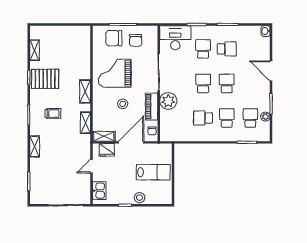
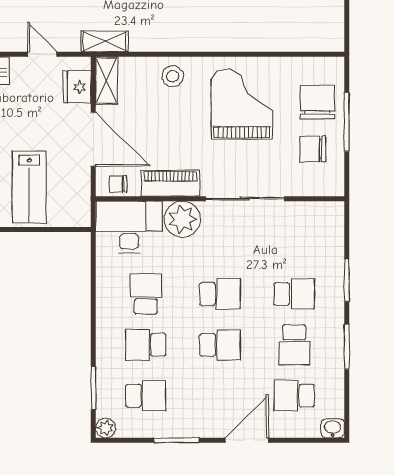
desk: (175, 38) -> (129, 227), moved, turned -90
school desk: (250, 49) -> (294, 396), added
shelving: (85, 91) -> (203, 41), removed
stool: (123, 104) -> (173, 76), moved
plant: (265, 117) -> (106, 428), moved
school desk: (227, 118) -> (146, 345), turned 180
shelving: (86, 123) -> (105, 41), moved

